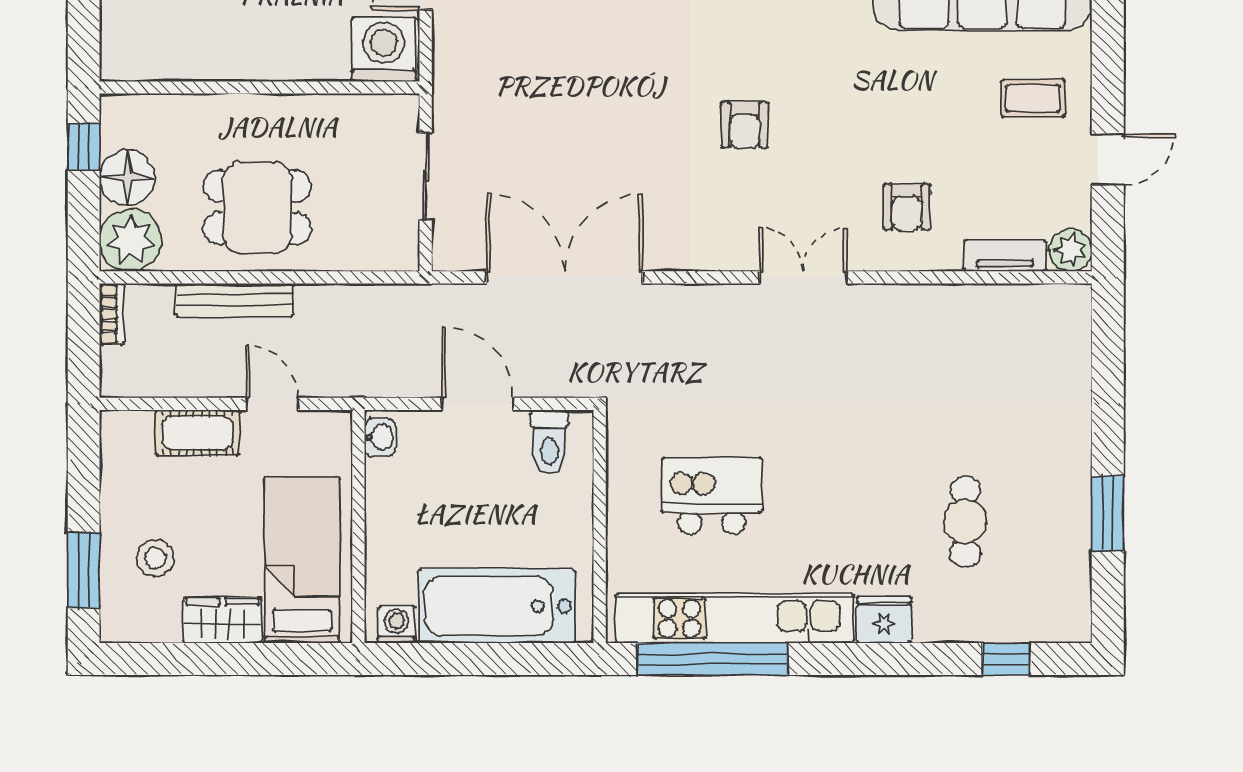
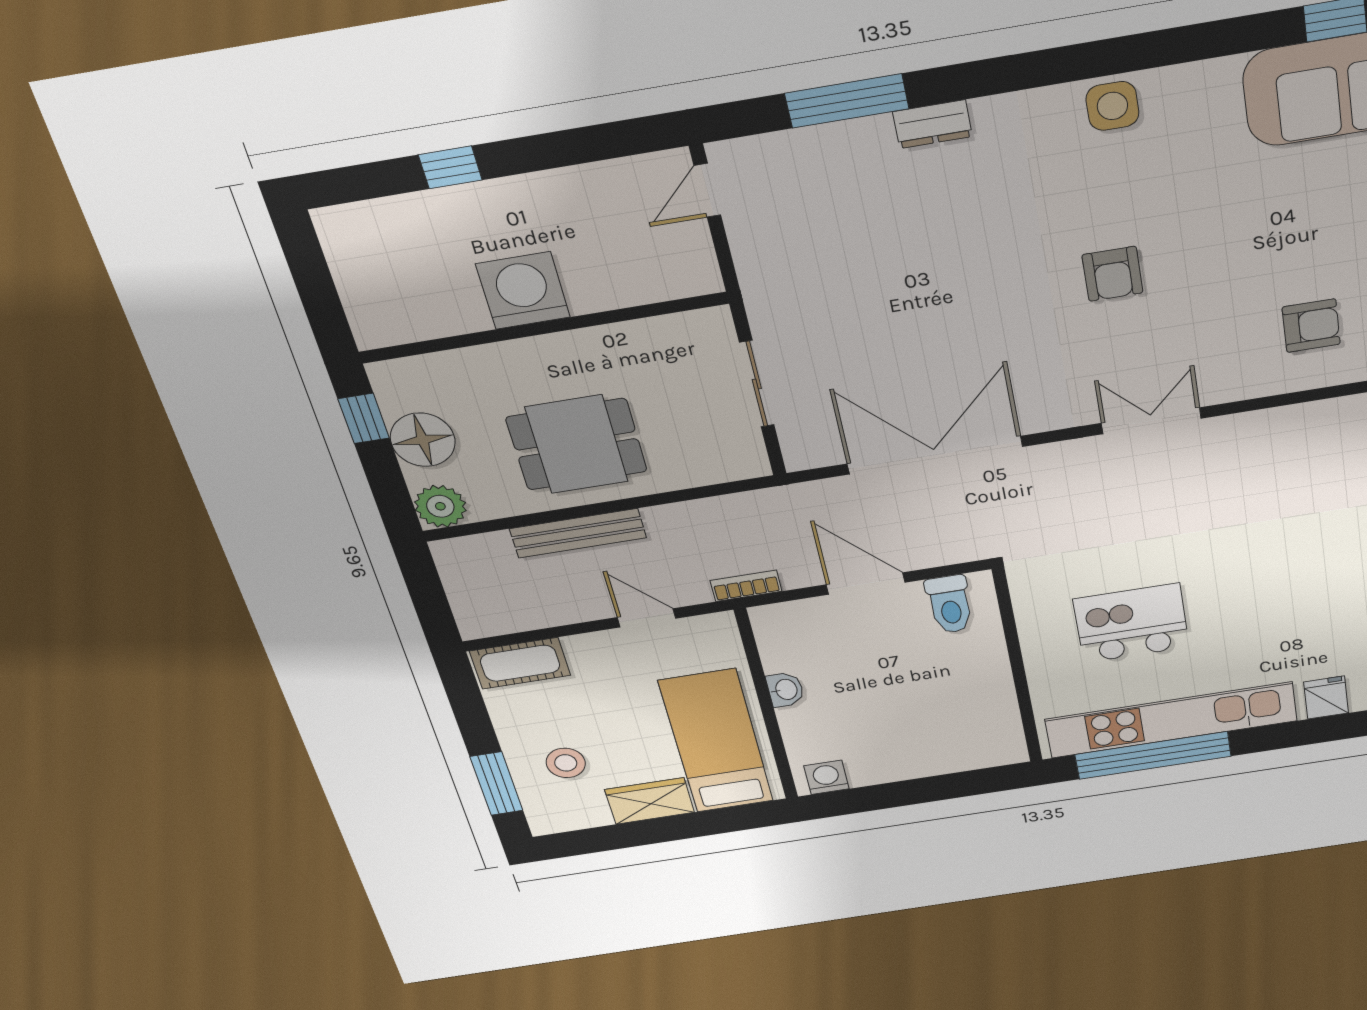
washing machine: (384, 49) -> (523, 291), moved
armchair: (907, 207) -> (1311, 326), turned -90
plant: (131, 240) -> (440, 506), width x0.73, depth x0.73
double door: (803, 277) -> (1151, 421), moved
bookcase: (112, 314) -> (746, 586), moved, turned -90
cot: (198, 433) -> (520, 663), moved
washbasin: (380, 437) -> (785, 690), moved
bathtub: (497, 606) -> (925, 747), removed
fridge: (884, 620) -> (1326, 698), width x0.72

